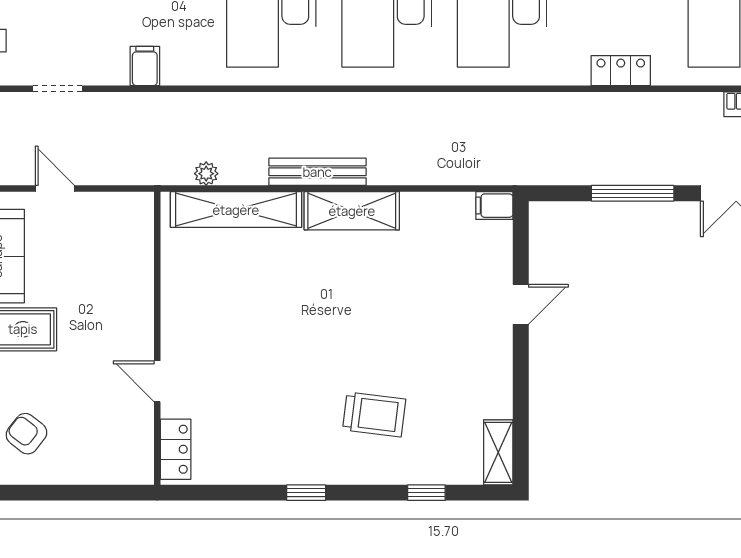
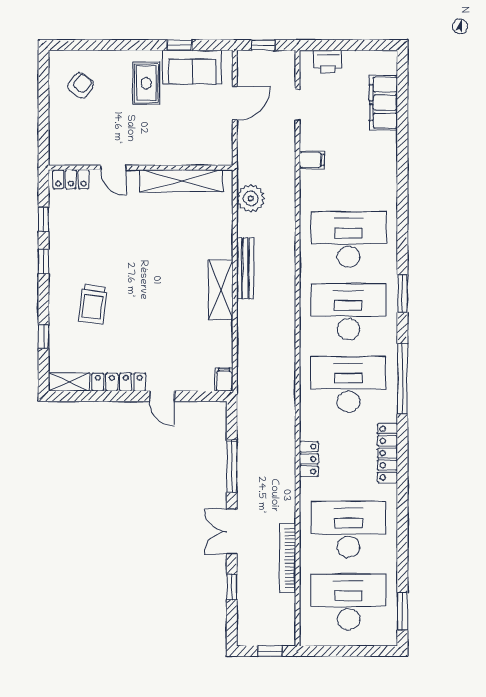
plant: (206, 174) -> (251, 198), width x1.87, depth x1.87
door: (55, 189) -> (235, 103), width x1.37
shelving: (236, 210) -> (181, 181), moved, turned 90
locker: (498, 373) -> (119, 382), added
door: (157, 381) -> (113, 168), swing flipped
window: (239, 493) -> (44, 219), added

